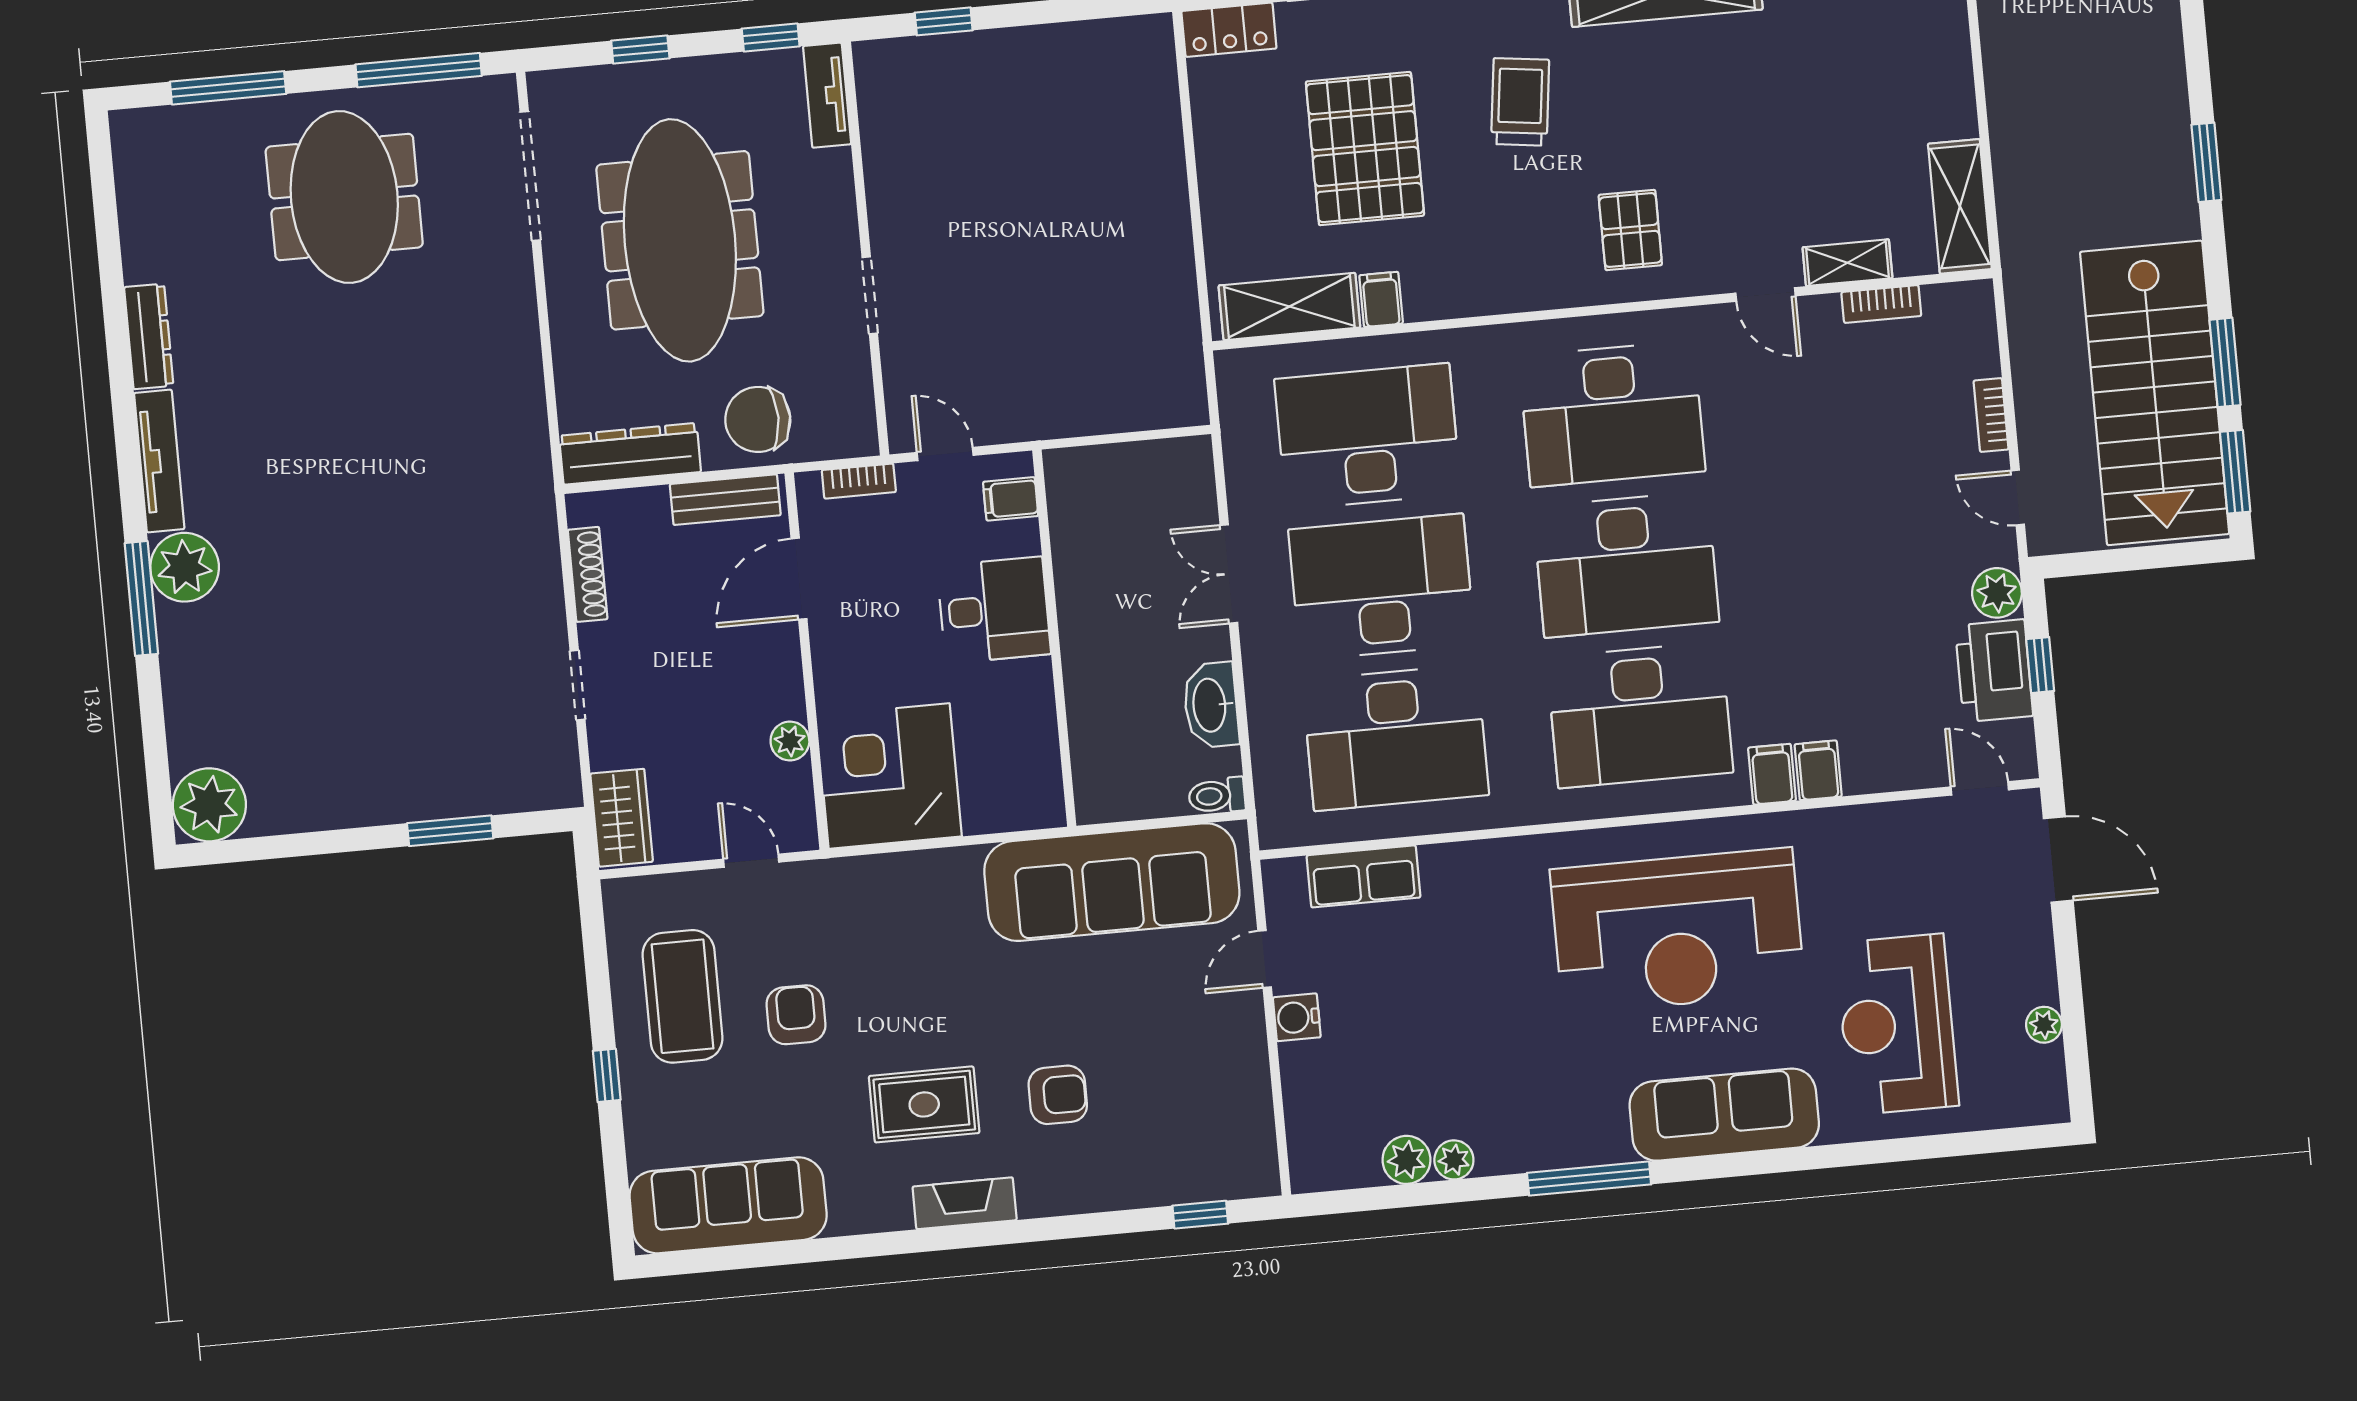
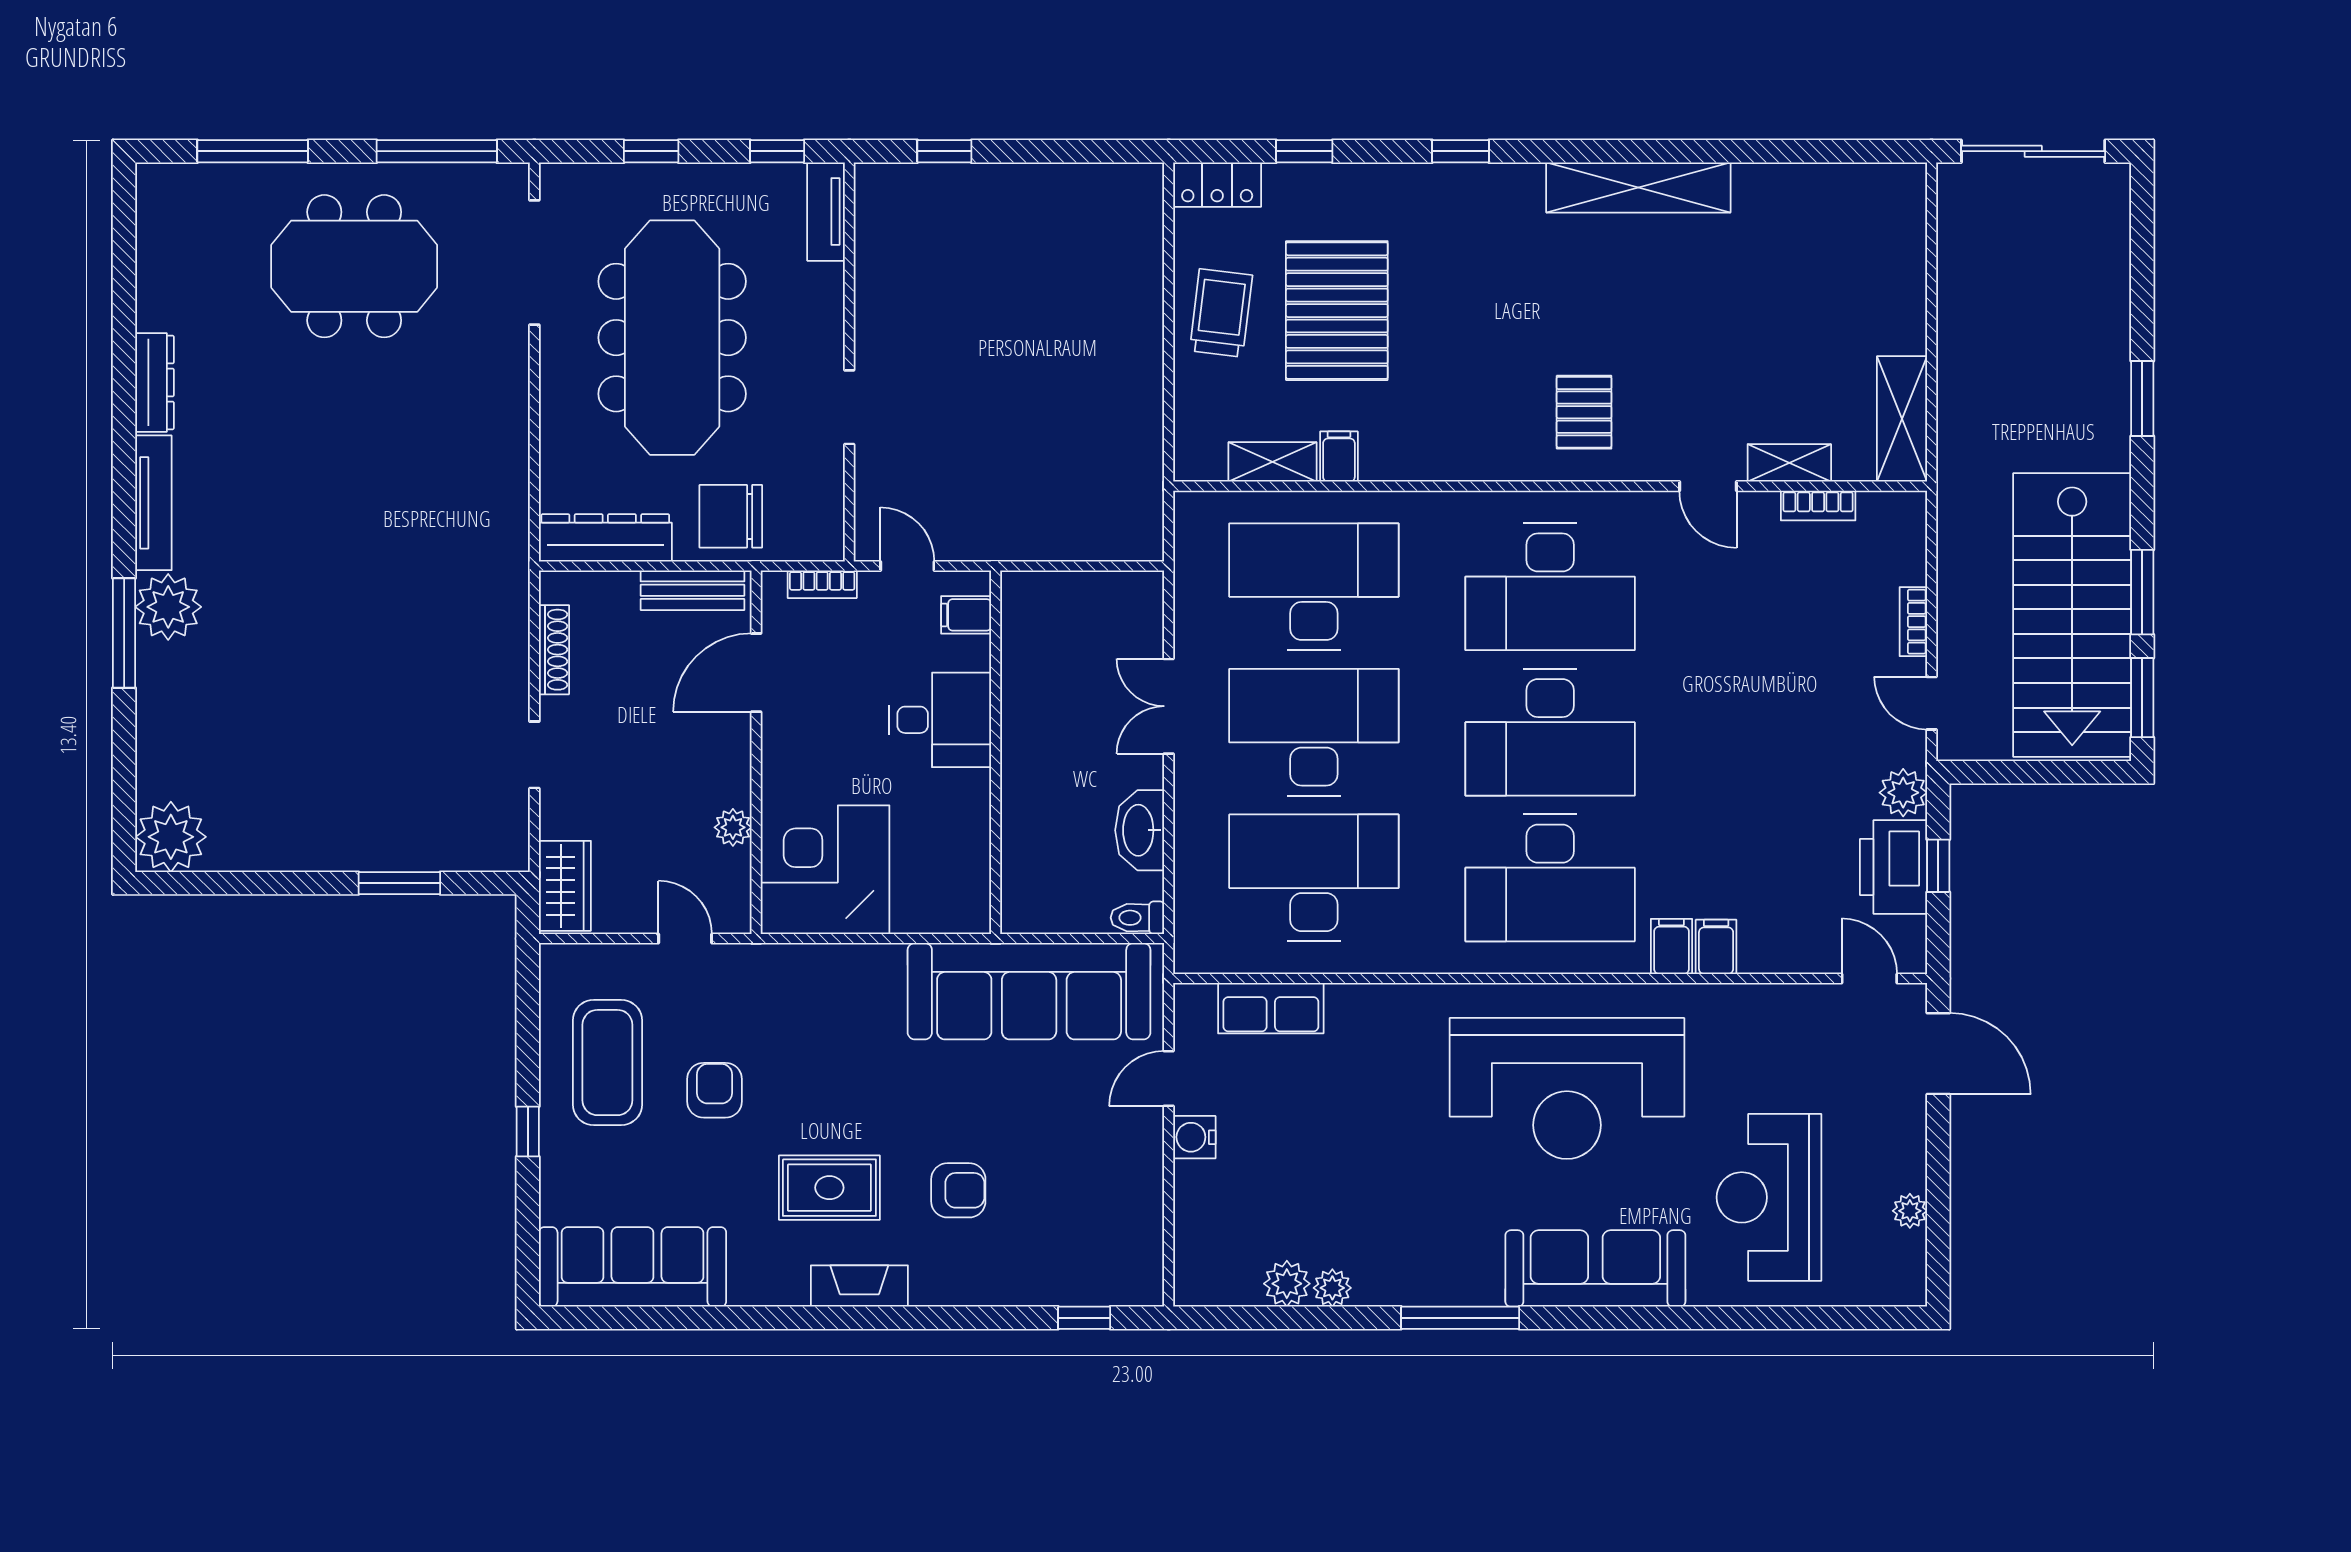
trolley: (1520, 102) -> (1221, 313), moved
meeting table: (344, 197) -> (354, 266), turned 90
shelving: (1289, 307) -> (1272, 462), width x0.67, depth x0.75
desk: (1396, 738) -> (1314, 878), turned 180

